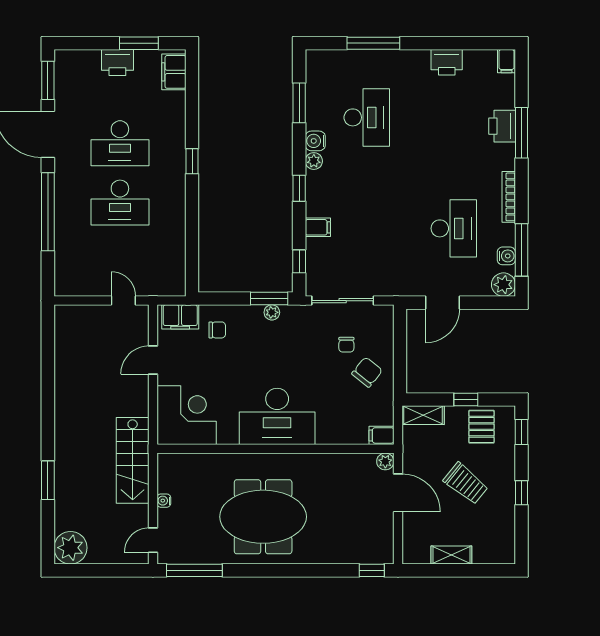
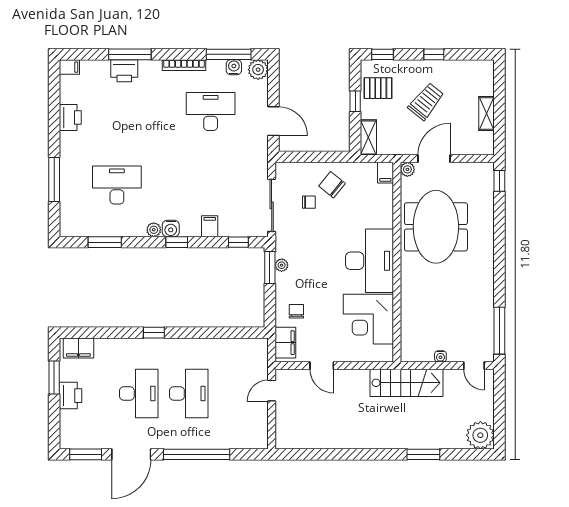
water cooler: (315, 141) -> (171, 229), moved
corner desk: (187, 415) -> (368, 319), moved, turned -90
meeting table: (263, 517) -> (436, 227), moved

